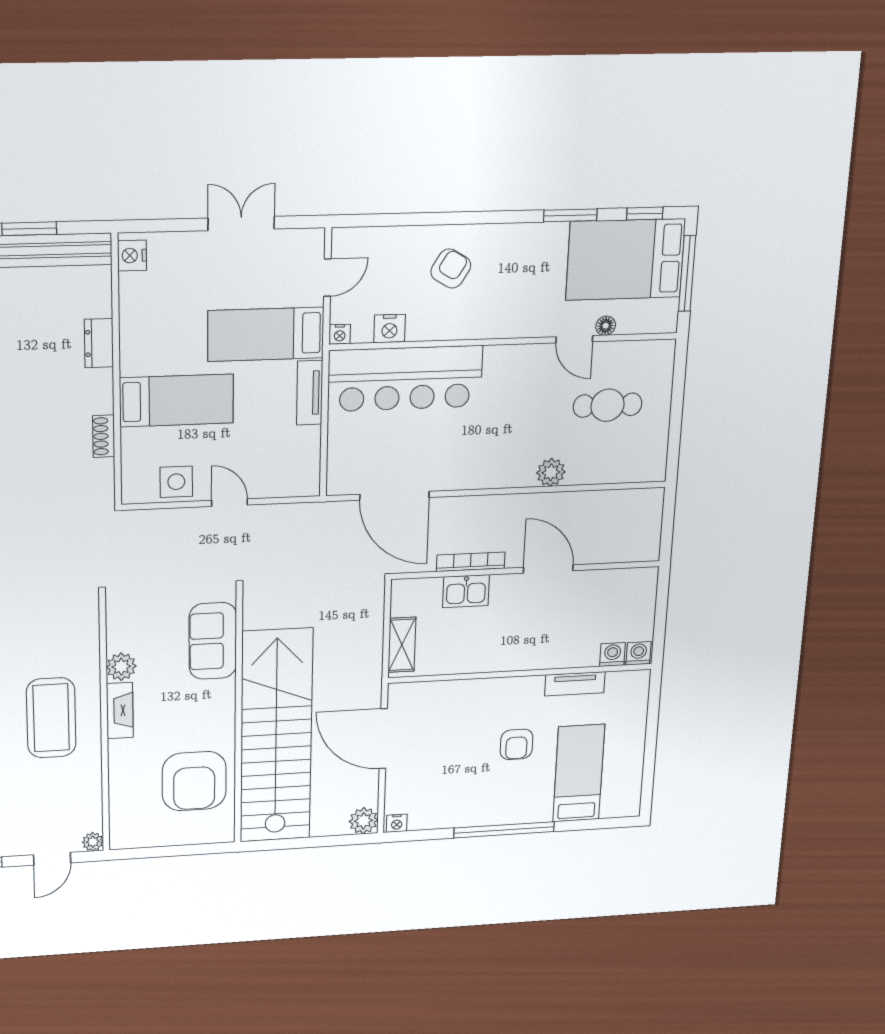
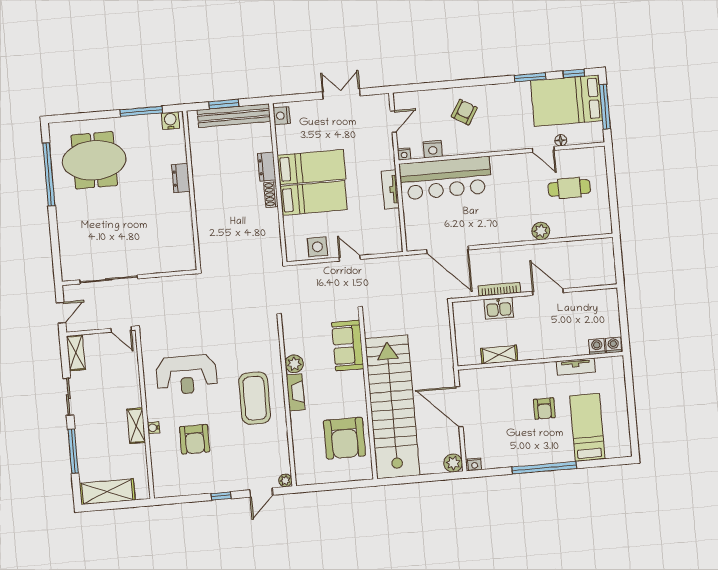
bed: (266, 334) -> (311, 167), moved, turned 180
shoe rack: (104, 436) -> (271, 195), moved
shelving: (402, 645) -> (499, 355), moved, turned 90

